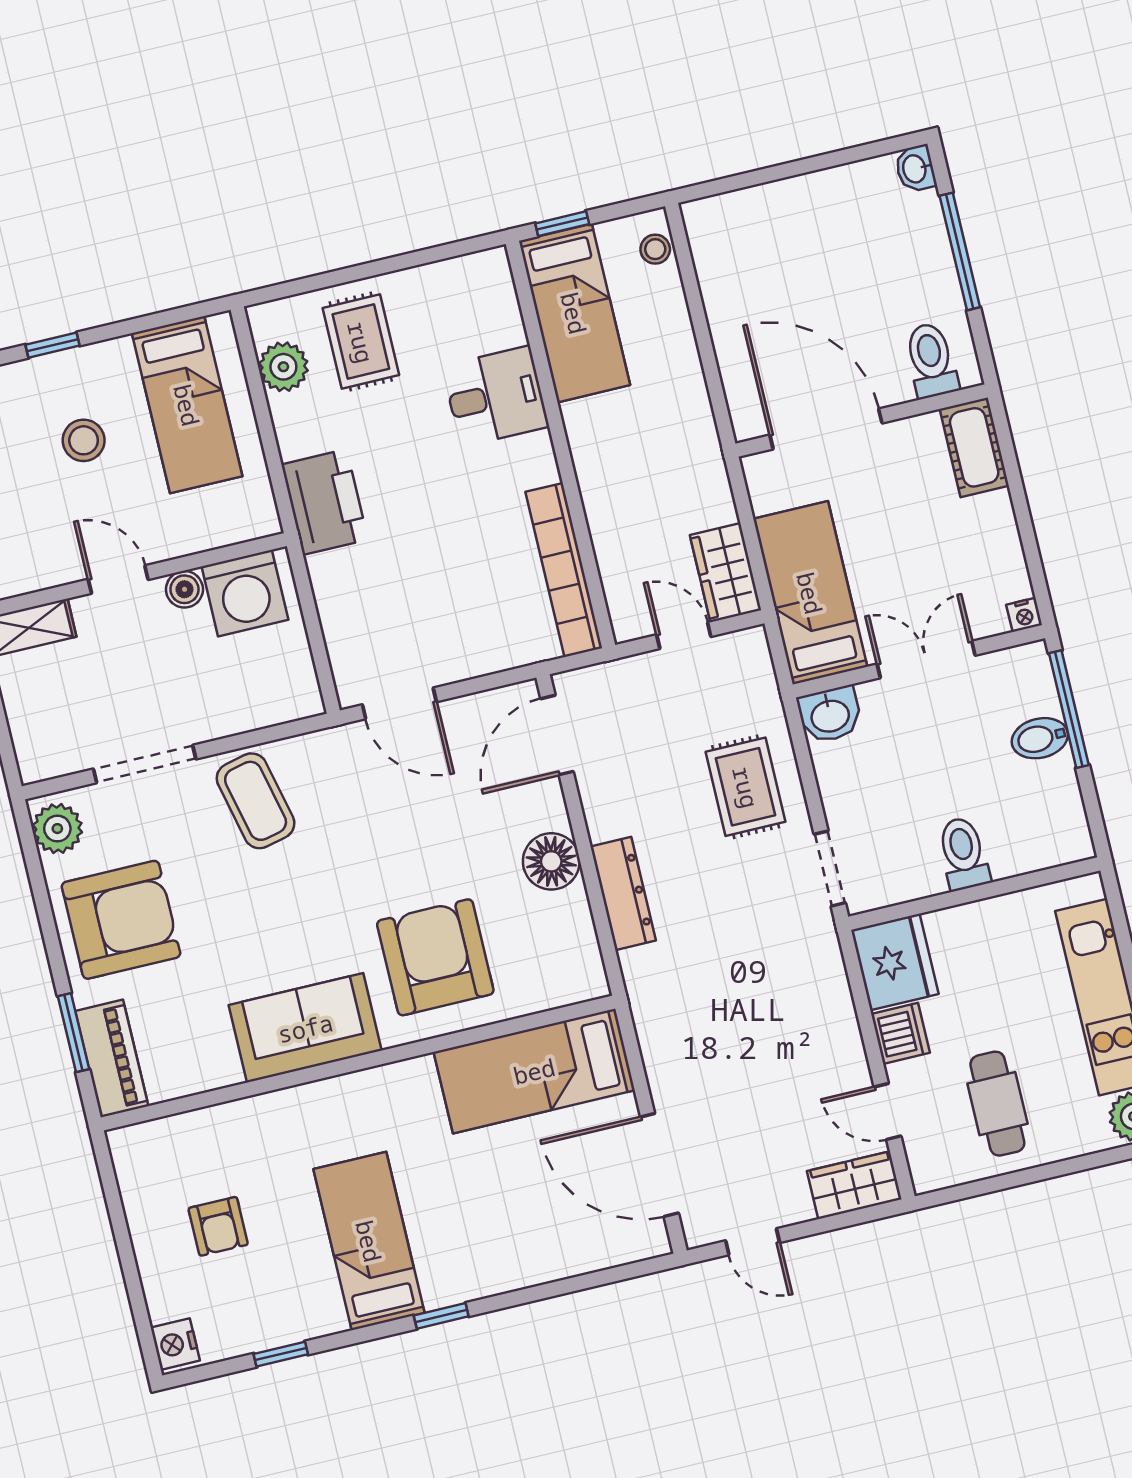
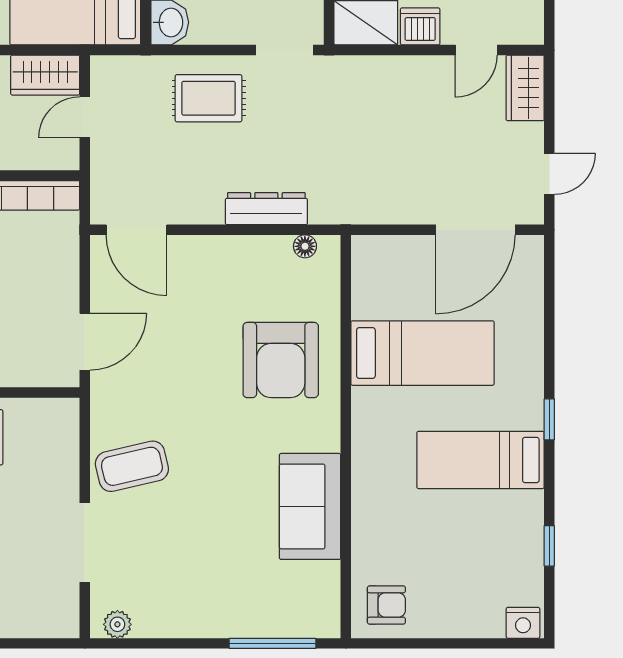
plant: (57, 829) -> (117, 624), width x0.73, depth x0.73
floor lamp: (551, 861) -> (305, 246), moved, width x0.53, depth x0.53
armchair: (121, 920) -> (197, 588), removed
armchair: (435, 957) -> (281, 360), turned -90
sofa: (305, 1028) -> (310, 506), moved
window: (74, 1033) -> (273, 643), width x1.44
piano: (112, 1059) -> (299, 619), removed
bed: (534, 1071) -> (423, 353), moved, turned -90
armchair: (218, 1226) -> (386, 605), moved

